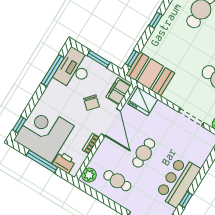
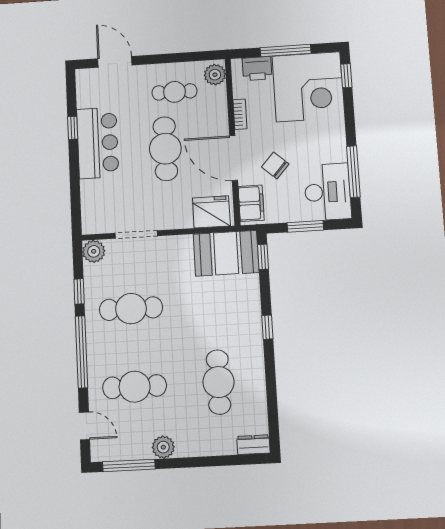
cafe table: (144, 153) -> (165, 149), width x1.37, depth x1.35

